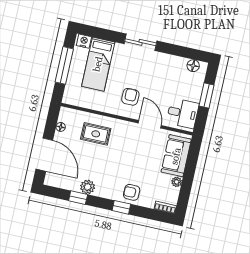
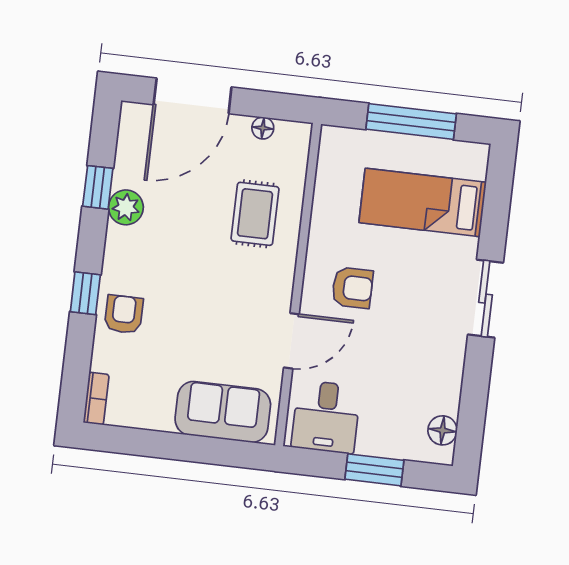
nightstand: (84, 41) -> (474, 163), removed
plant: (177, 182) -> (160, 420), removed

